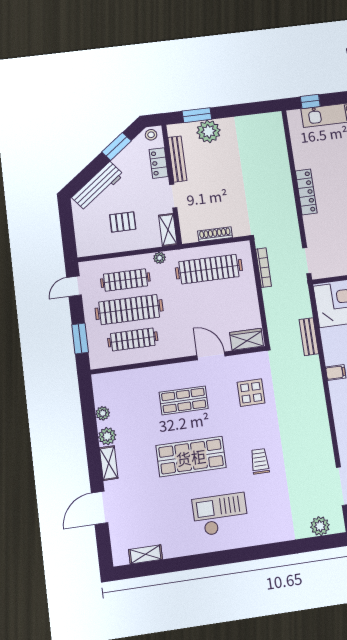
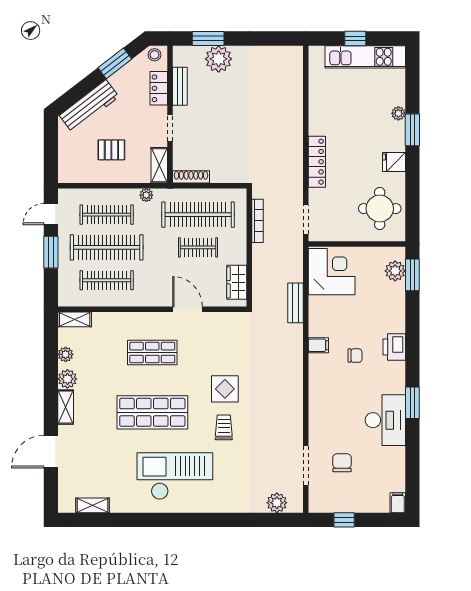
window: (310, 101) -> (355, 38), moved
bench: (177, 159) -> (180, 86), width x0.73
locker: (306, 192) -> (317, 162), moved
shoe rack: (215, 234) -> (191, 177), moved
clothes rail: (213, 298) -> (198, 247), added
window: (80, 338) -> (51, 252), moved
wardrobe: (247, 339) -> (237, 282), moved, turned -90
shelving: (107, 379) -> (75, 319), added
display table: (251, 393) -> (225, 389), moved
checkout: (220, 514) -> (175, 476), width x1.36, depth x1.21

